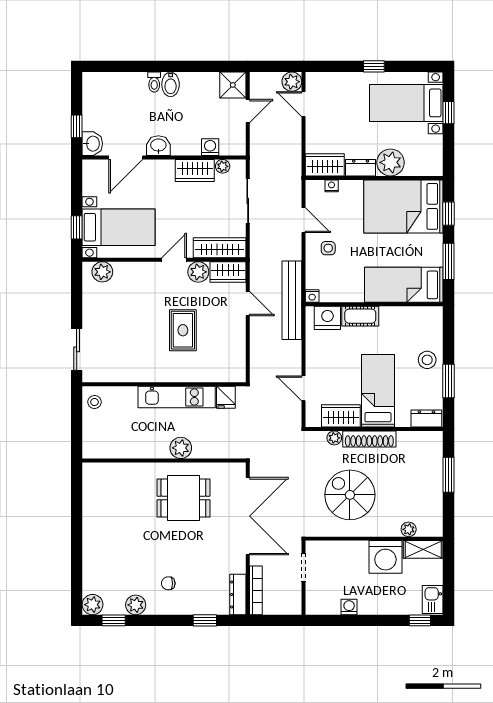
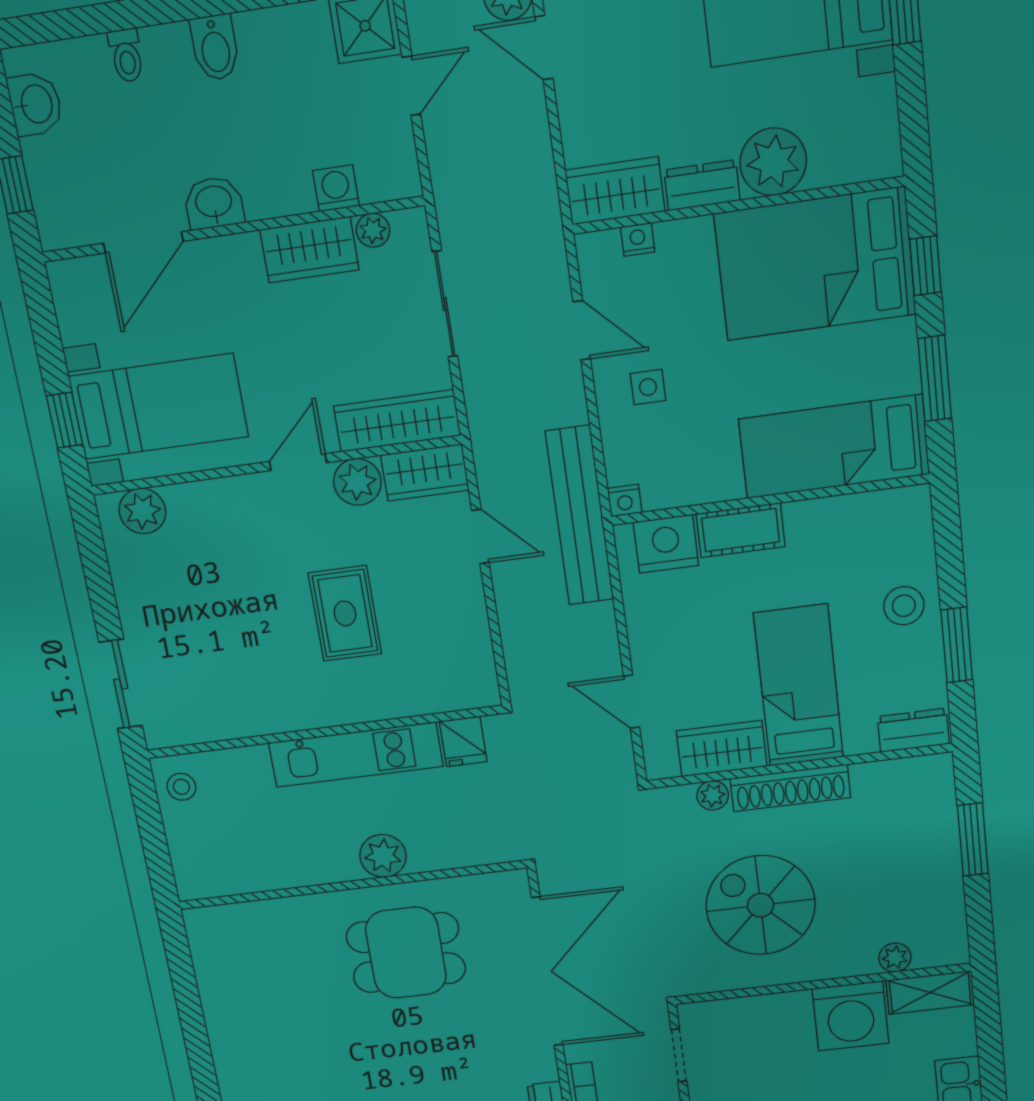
toilet: (154, 82) -> (126, 55), moved
washbasin: (92, 144) -> (35, 104), moved

